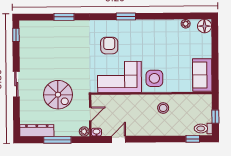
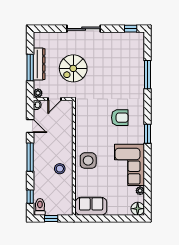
window: (64, 17) -> (147, 75), width x1.44
corner sofa: (119, 77) -> (129, 165), moved, turned 180
sliding door: (16, 84) -> (84, 29), width x1.37
door: (90, 114) -> (55, 99), hinge flipped
dresser: (37, 131) -> (39, 64), moved
window: (151, 139) -> (30, 157), added

